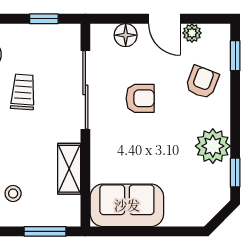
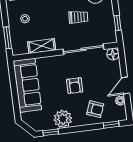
floor lamp: (126, 35) -> (113, 54), moved
armchair: (140, 98) -> (75, 86), moved
sofa: (127, 205) -> (27, 85), width x1.36

